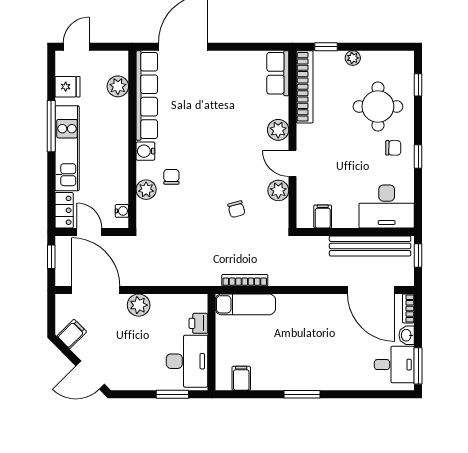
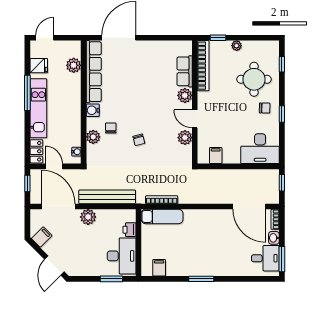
row of seats: (278, 73) -> (185, 71), moved
chair: (236, 209) -> (139, 140), moved
bench: (370, 246) -> (107, 197), moved
door: (90, 375) -> (54, 266), hinge flipped

